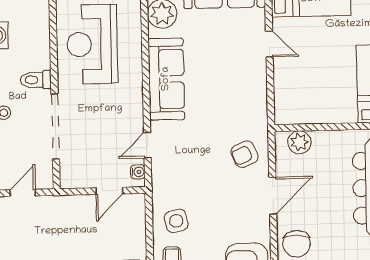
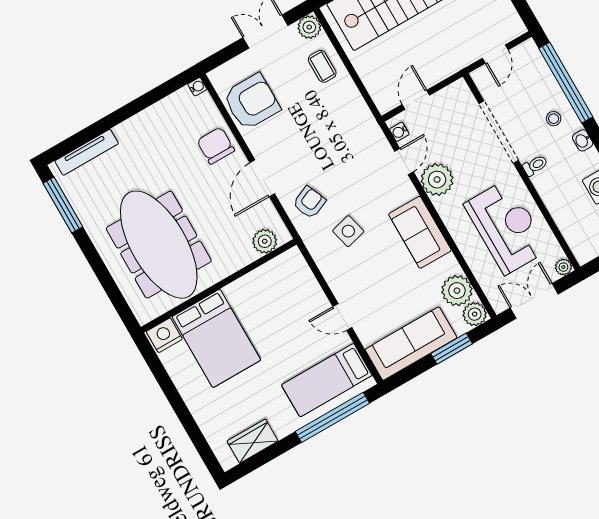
sofa: (166, 79) -> (420, 232), width x0.73
toilet: (36, 80) -> (535, 165), width x0.73, depth x0.72
plant: (128, 115) -> (437, 180), added
side table: (176, 221) -> (348, 231), moved

